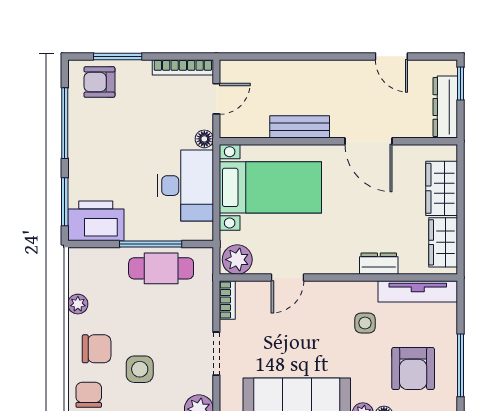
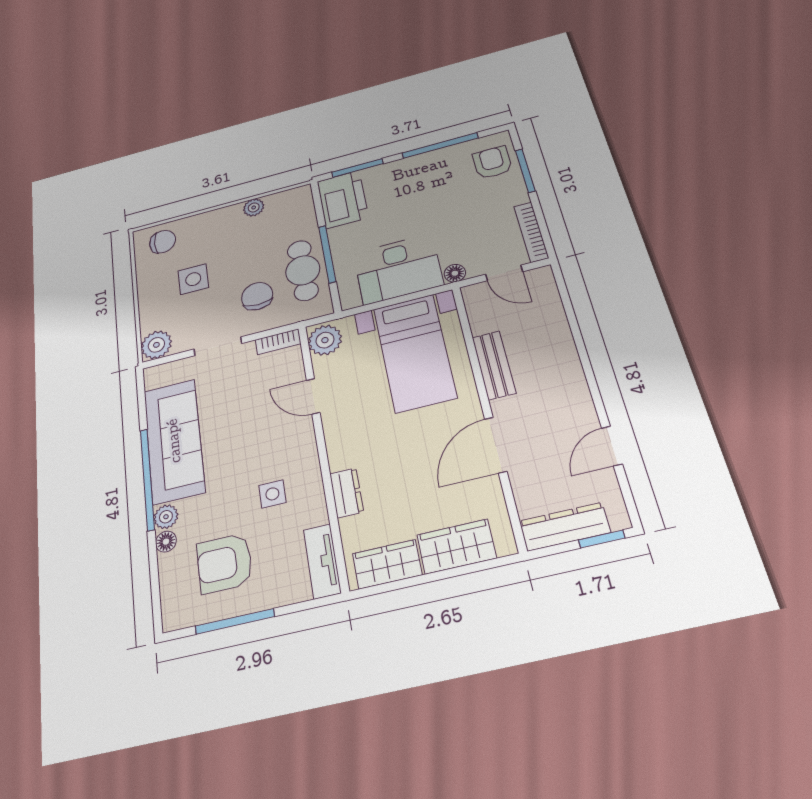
tv unit: (418, 291) -> (322, 561), width x0.71
chair: (97, 349) -> (257, 296), moved, turned 180

